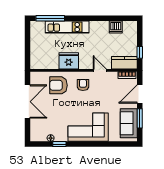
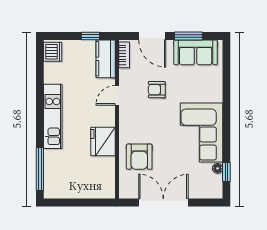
kitchen unit: (67, 27) -> (53, 116), moved
dishwasher: (116, 27) -> (53, 52), moved
armchair: (83, 85) -> (157, 90), moved
corner sofa: (88, 127) -> (201, 132), moved
window: (59, 144) -> (226, 172), moved

